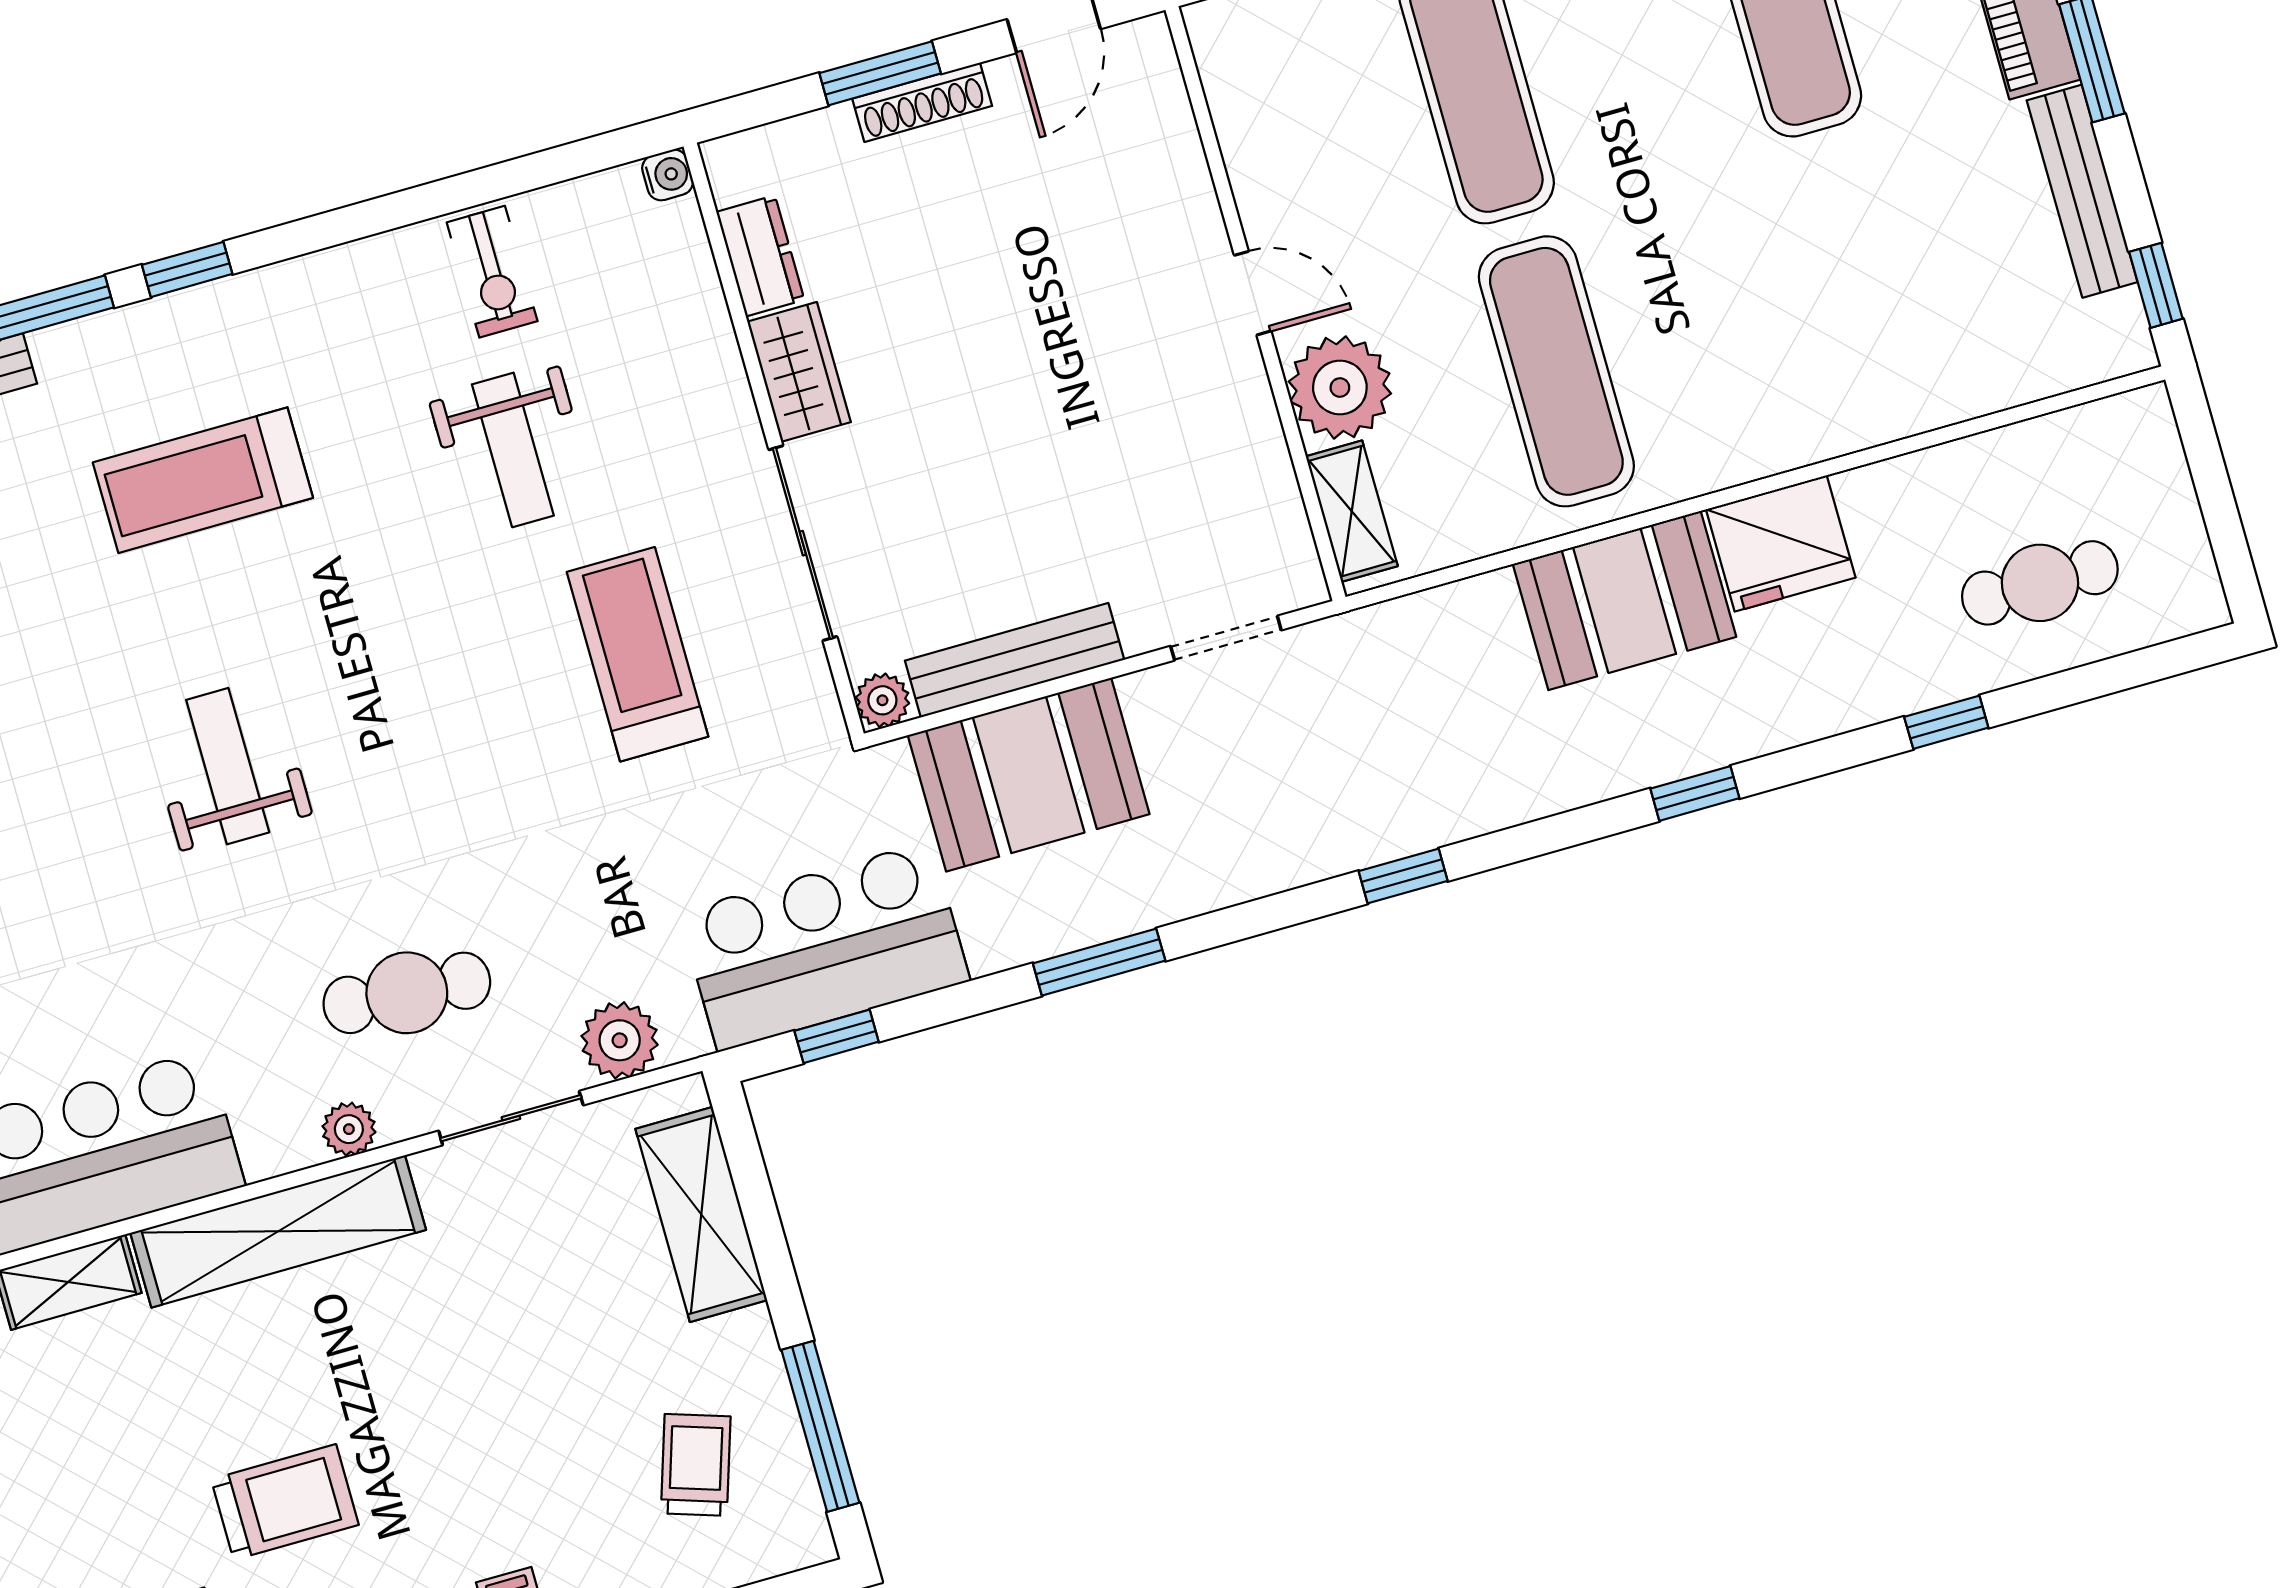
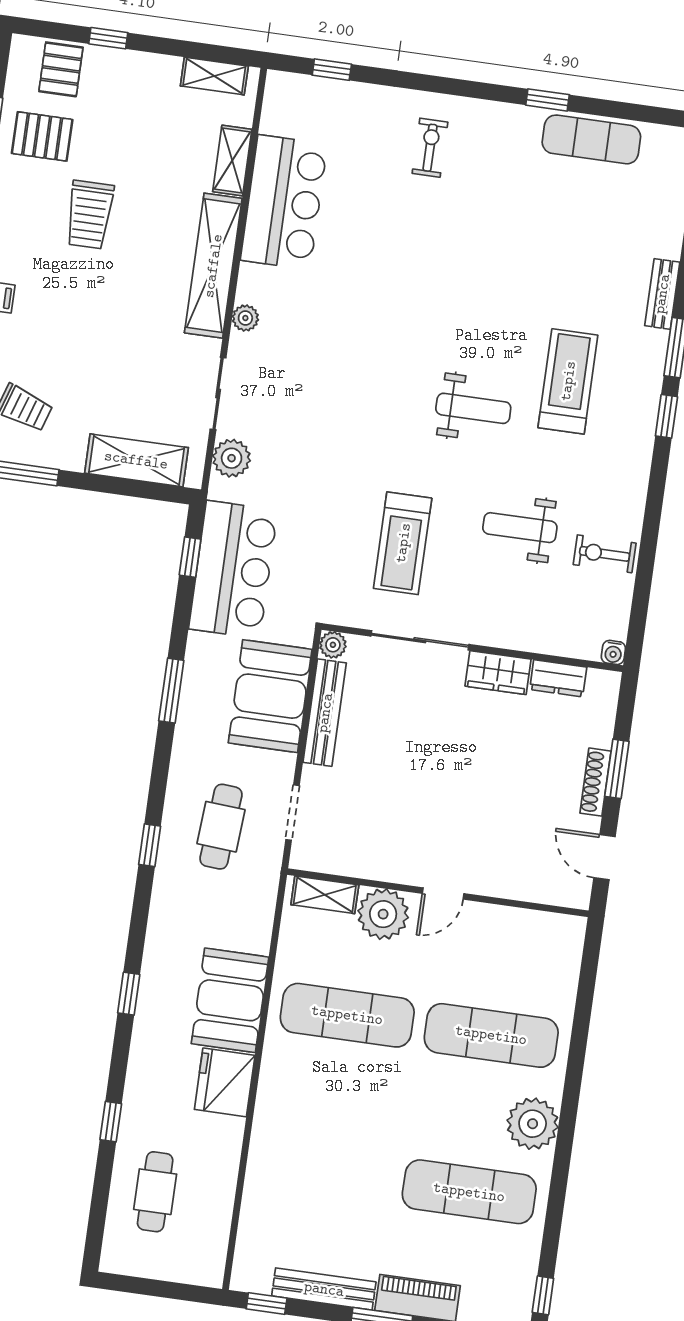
treadmill: (637, 654) -> (403, 543), turned 90
weight bench: (228, 766) -> (473, 408), moved
cafe table: (407, 993) -> (221, 827), moved

